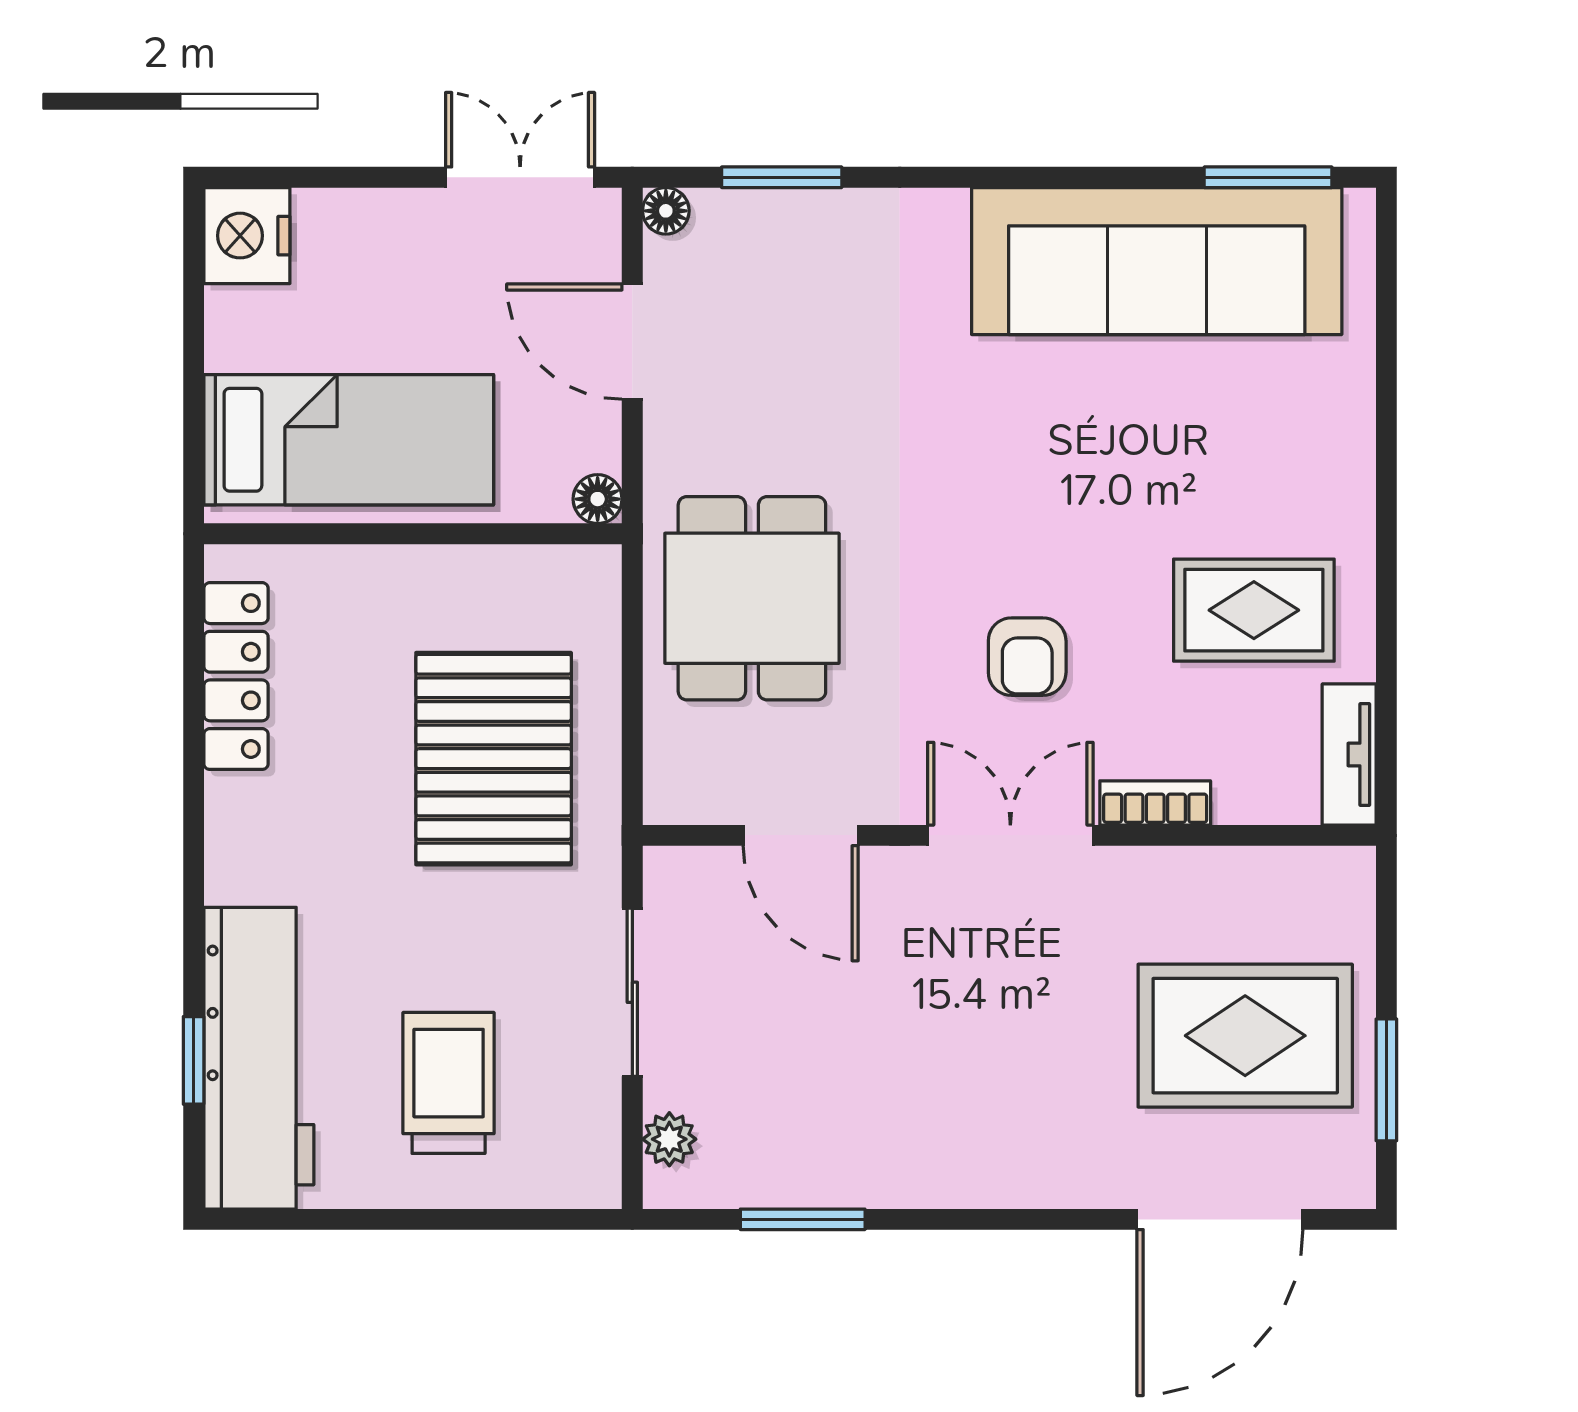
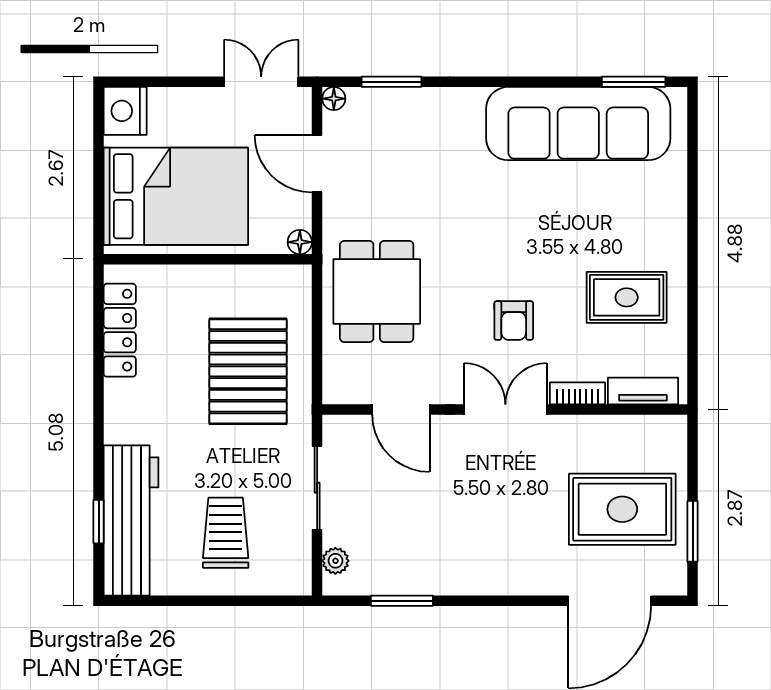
bed: (349, 440) -> (176, 196), width x1.50
tv unit: (1349, 755) -> (643, 391), moved, turned 90

